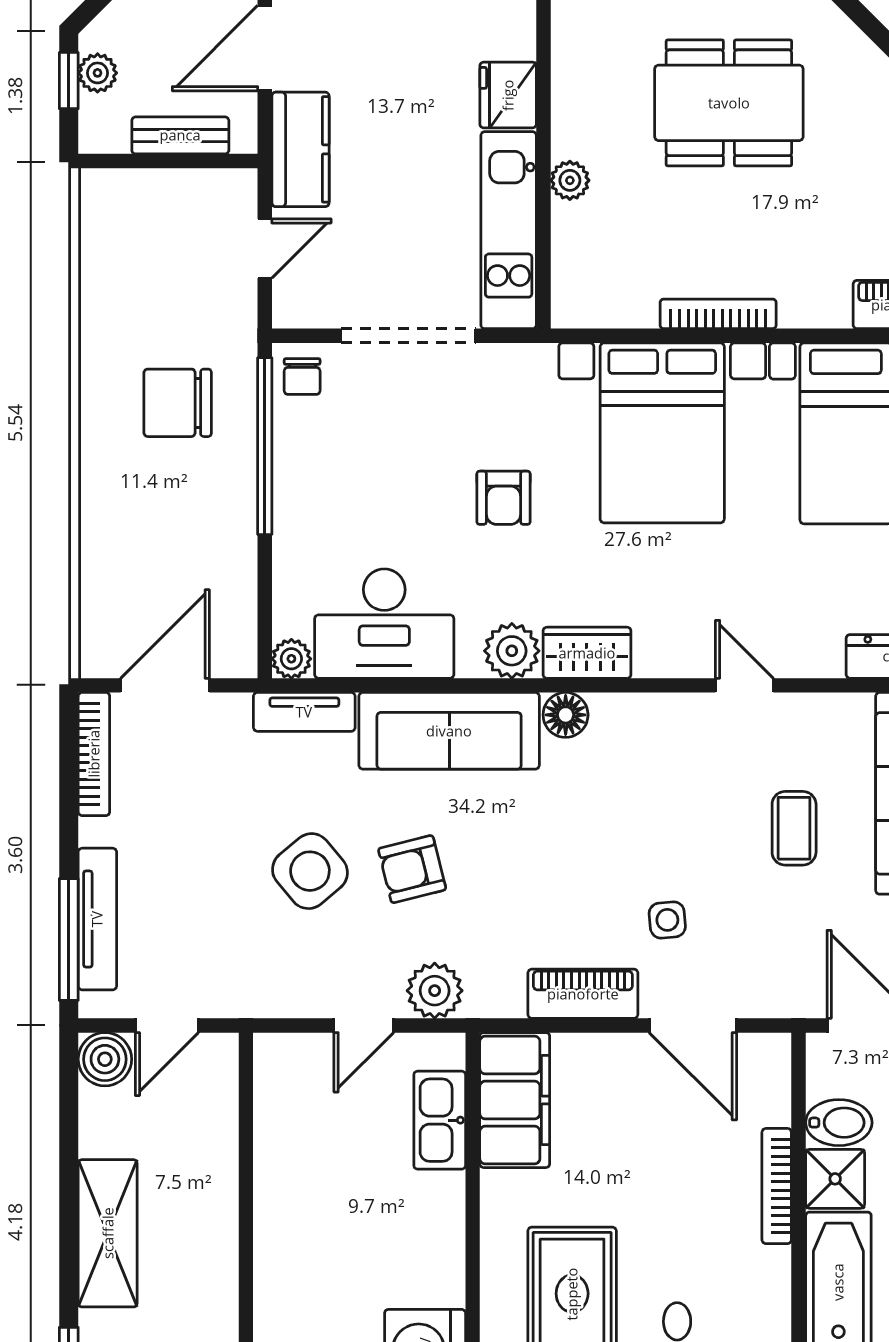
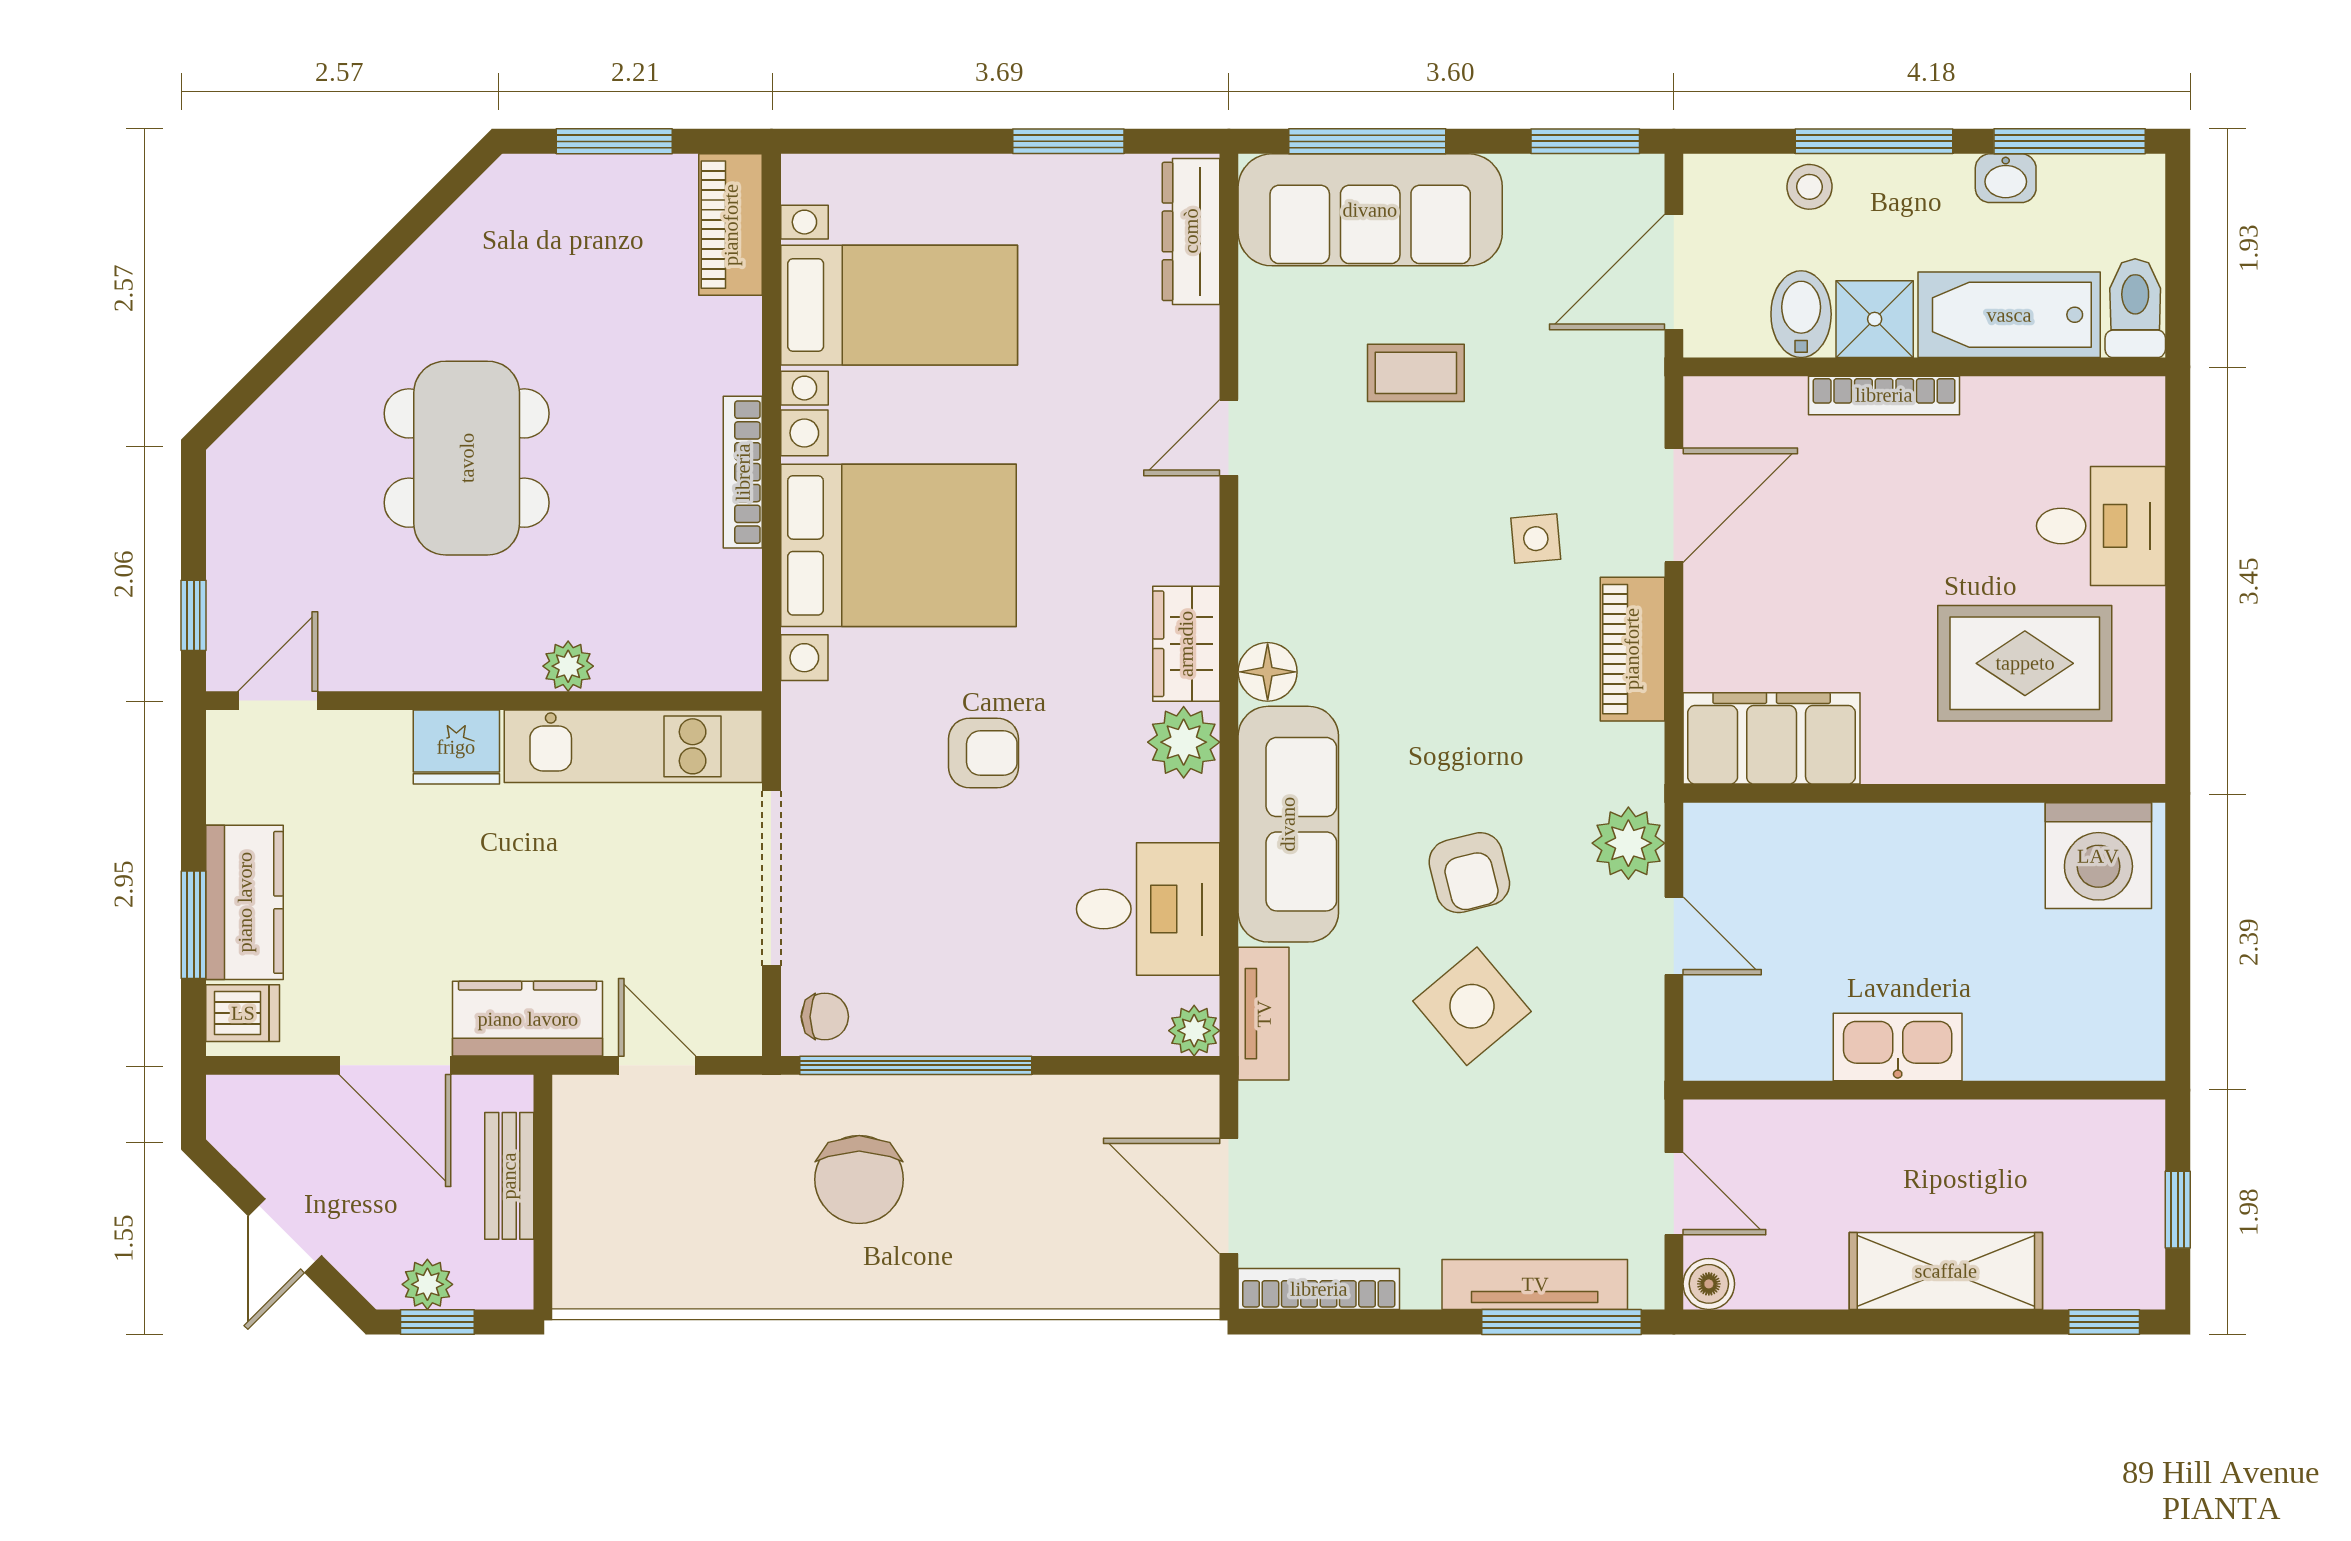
desk: (384, 624) -> (1148, 909), width x0.73
boiler: (105, 1059) -> (1709, 1284), width x0.73, depth x0.73
kitchen sink: (440, 1120) -> (1898, 1047), moved, turned 180

